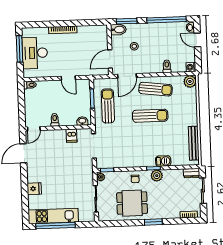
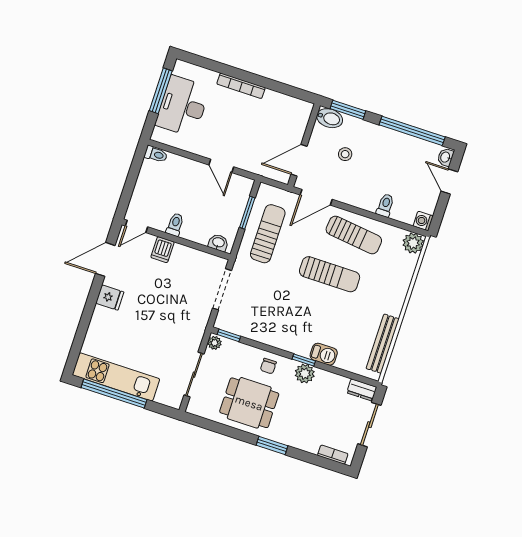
dishwasher: (72, 136) -> (163, 250), moved
fridge: (34, 189) -> (110, 298), moved

